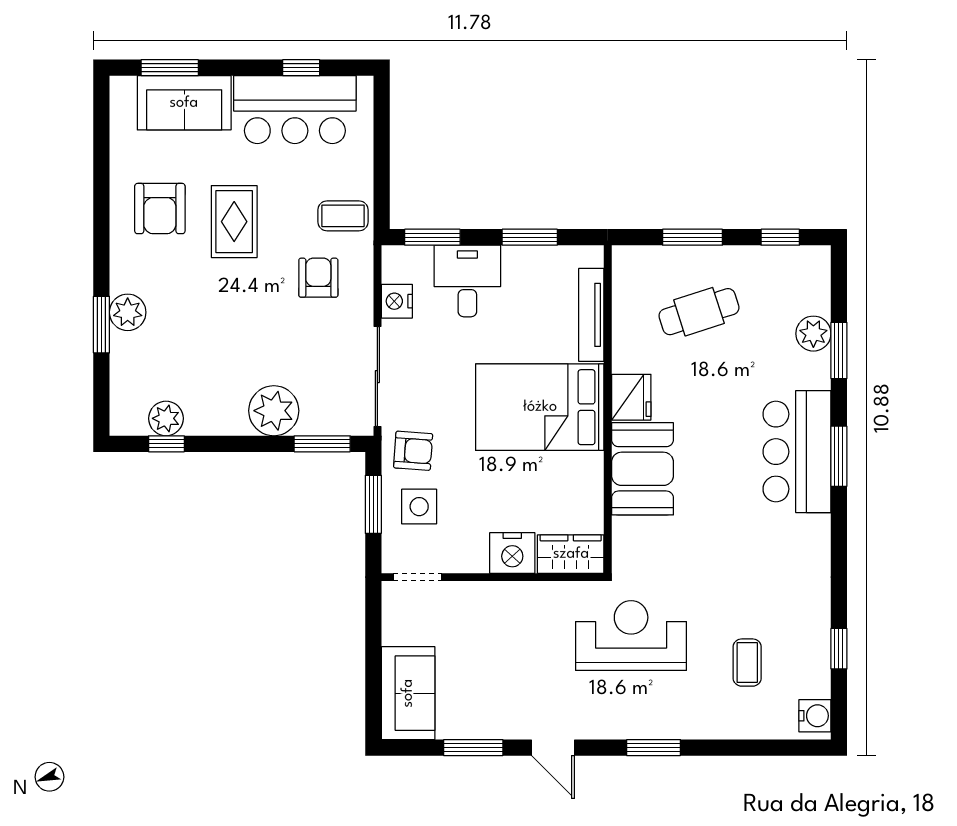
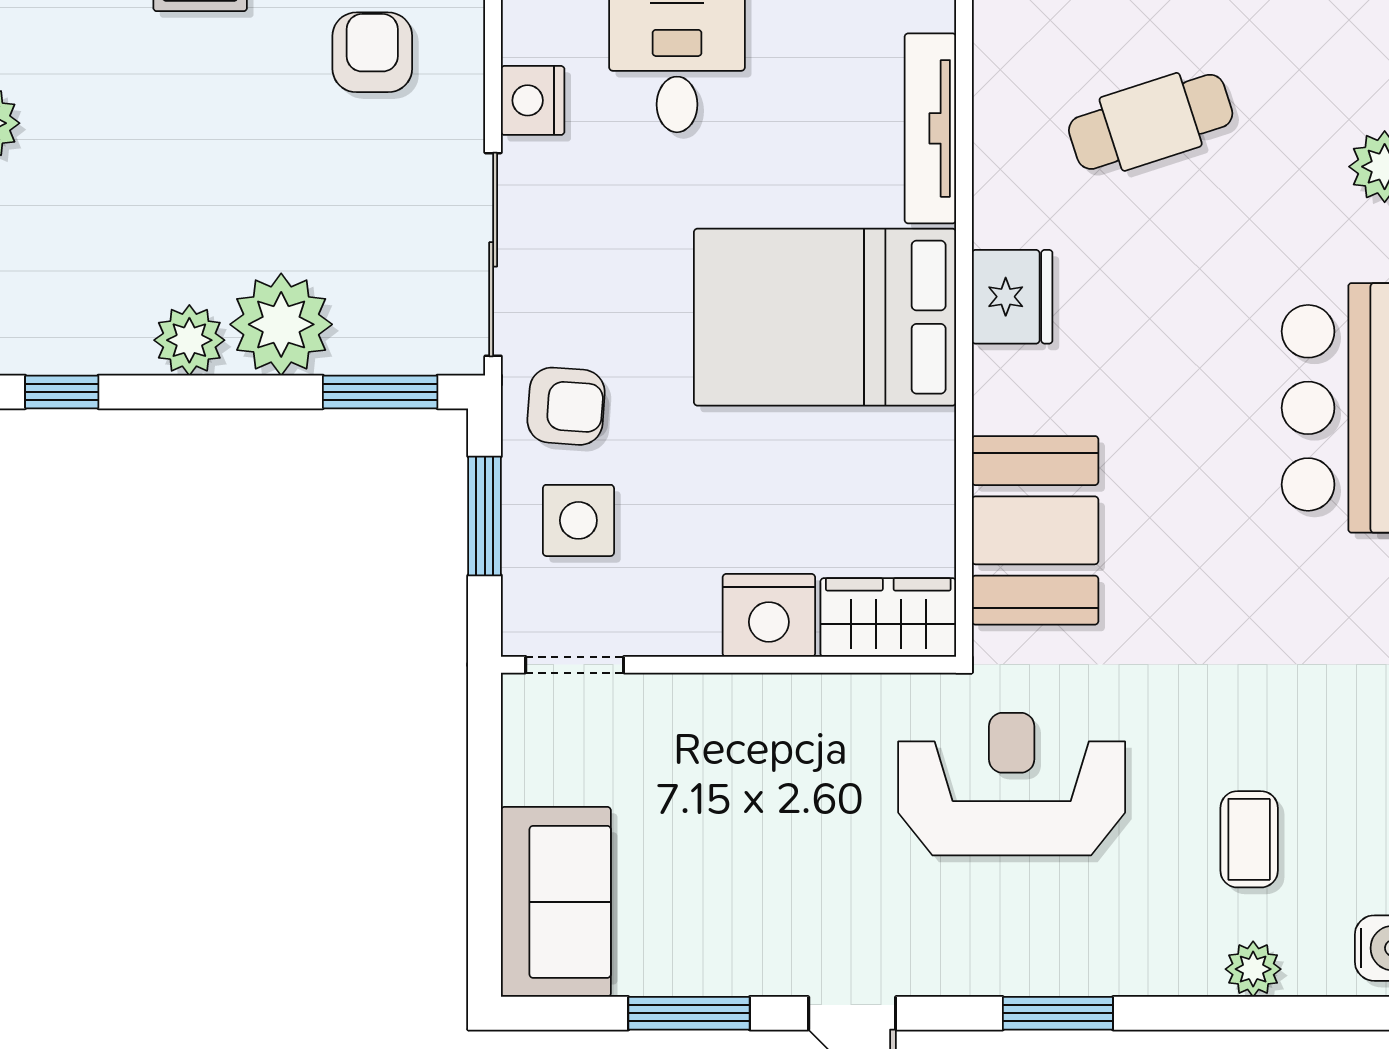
plant: (166, 418) -> (189, 340), moved
booth: (642, 469) -> (1035, 530), moved
plant: (749, 726) -> (1253, 969), added

